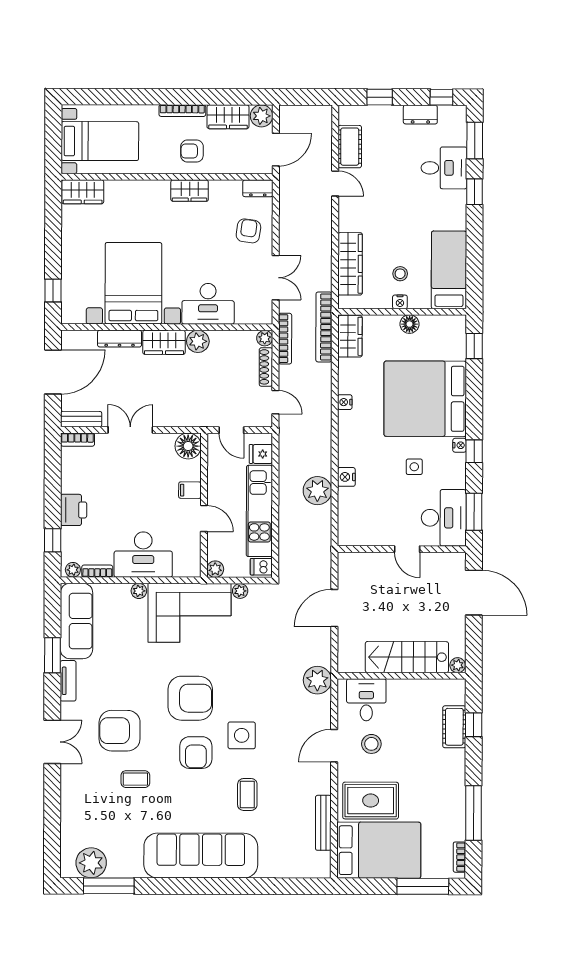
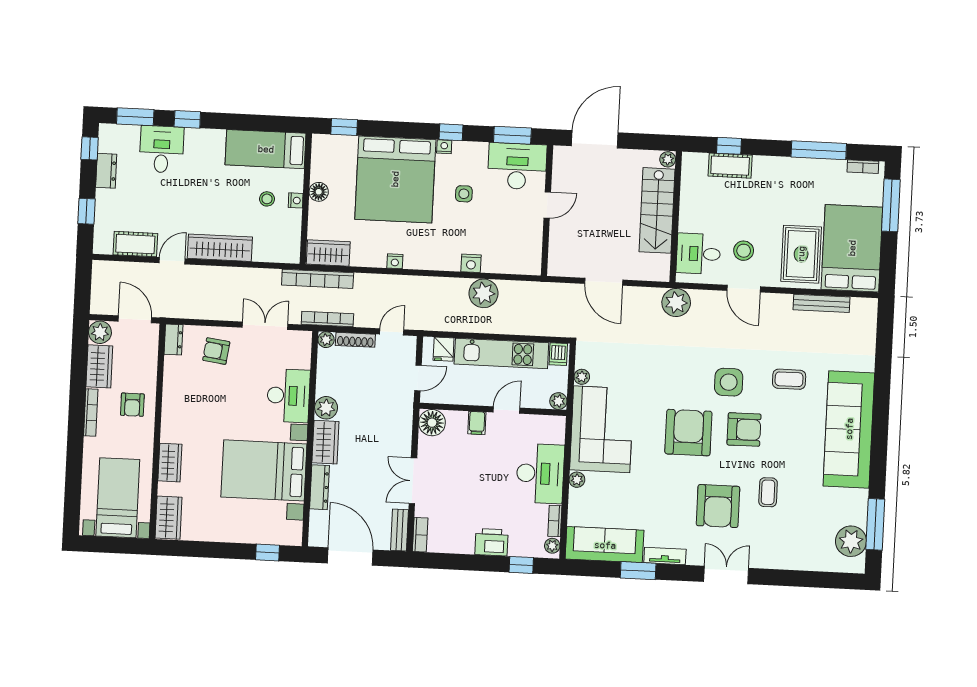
wardrobe: (190, 191) -> (170, 463), moved
wardrobe: (350, 264) -> (220, 248), moved

